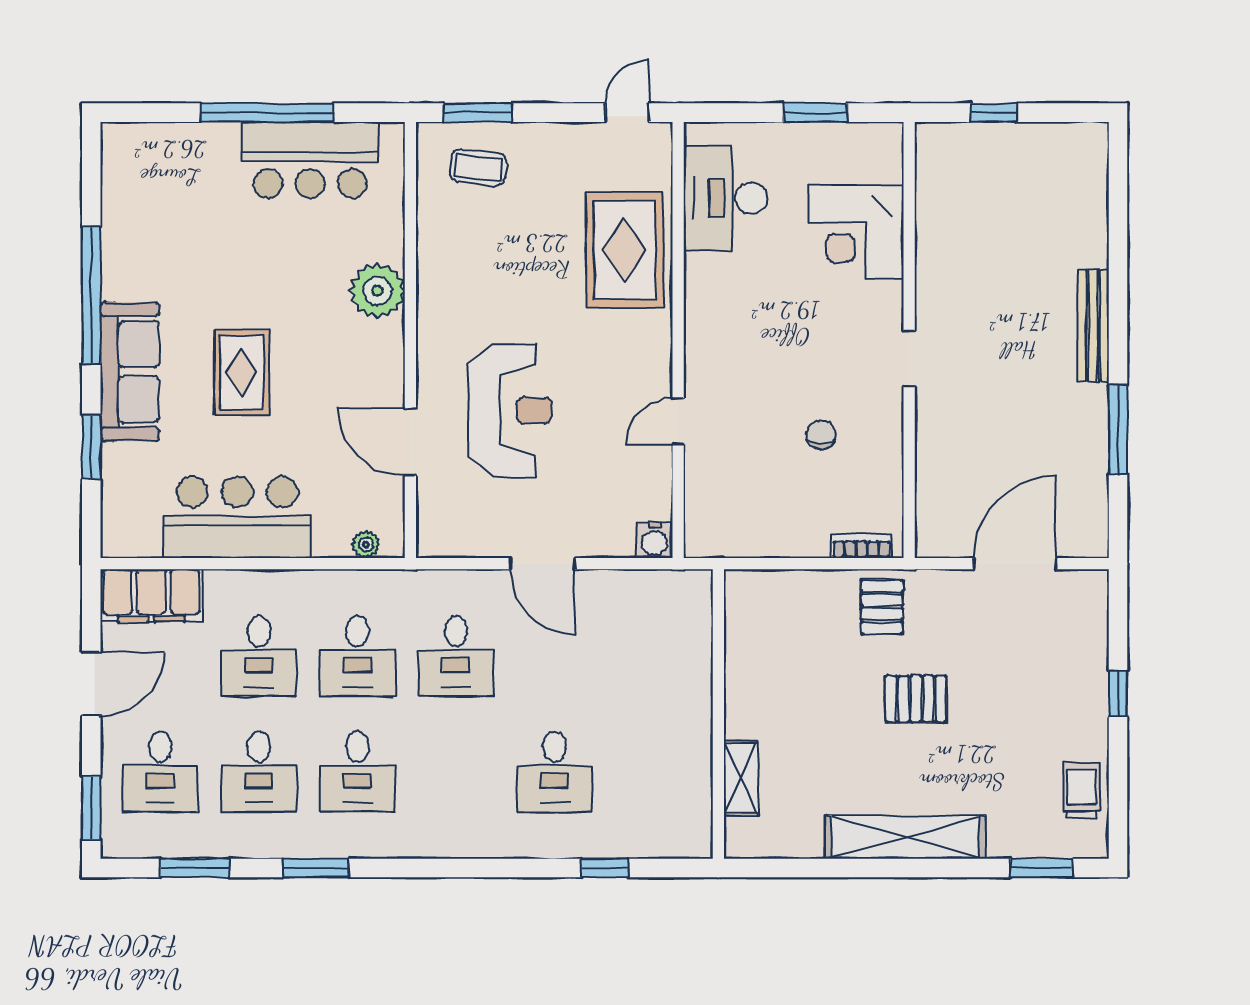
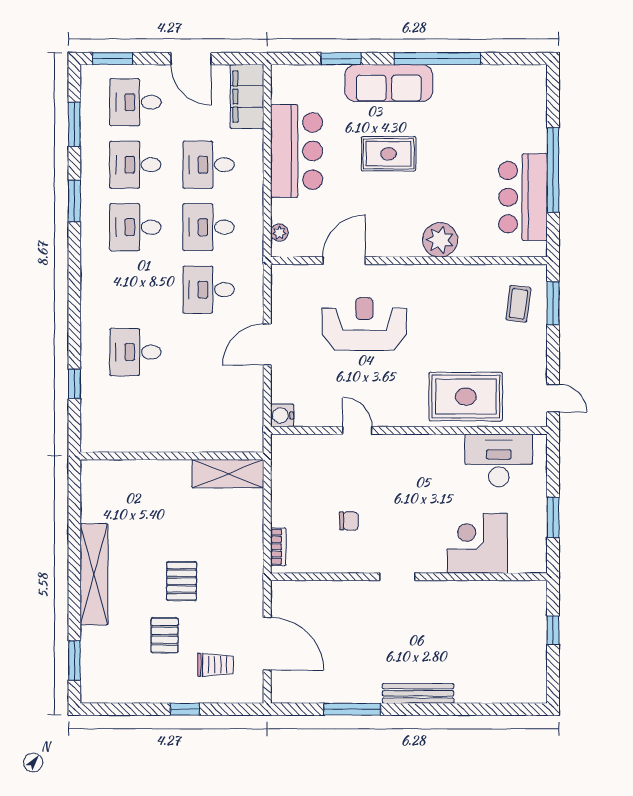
reception desk: (510, 410) -> (364, 324), turned 180
pallet: (882, 607) -> (164, 635), moved, turned 90
shelving: (741, 778) -> (228, 474), moved, width x1.50, depth x1.33
trolley: (1082, 791) -> (215, 665), moved

